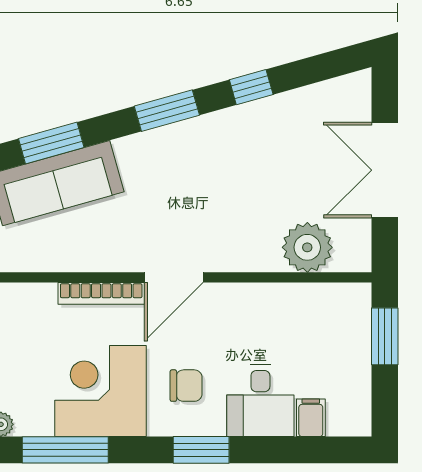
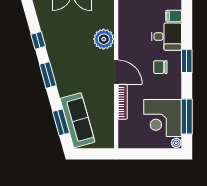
plant: (307, 247) -> (104, 39), moved
chair: (186, 386) -> (160, 67), turned -90
corner desk: (101, 391) -> (163, 118), moved

